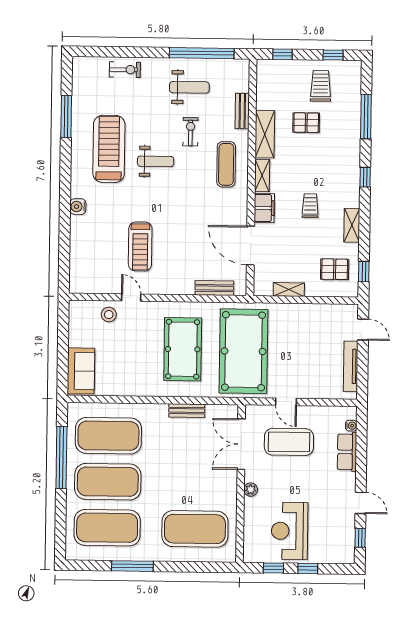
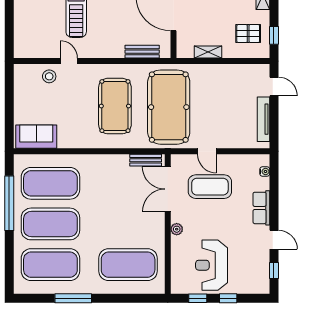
sofa: (81, 371) -> (36, 137), moved, turned -90
bench: (187, 411) -> (146, 160), moved
row of seats: (347, 452) -> (261, 208), moved

